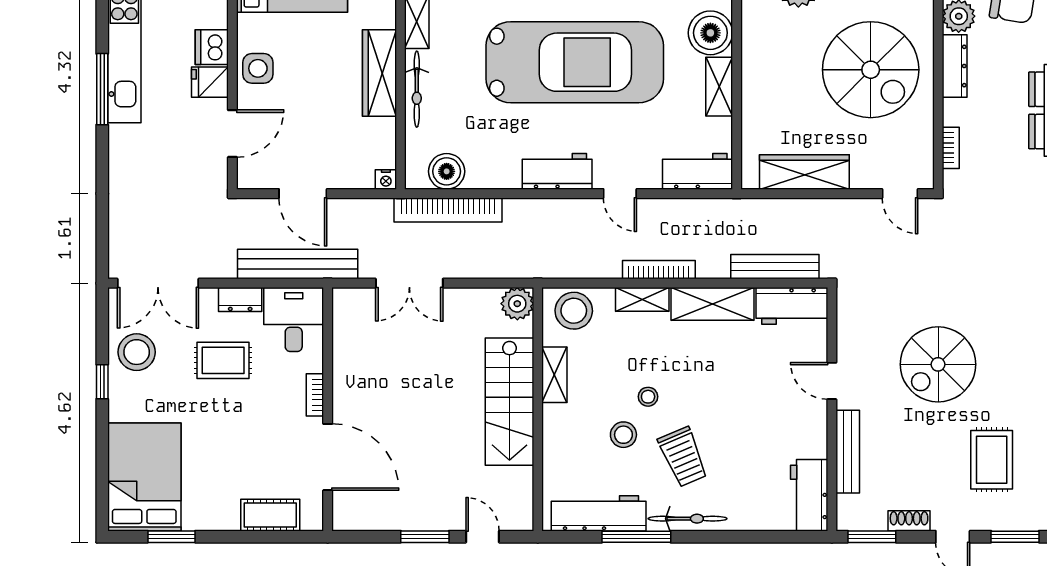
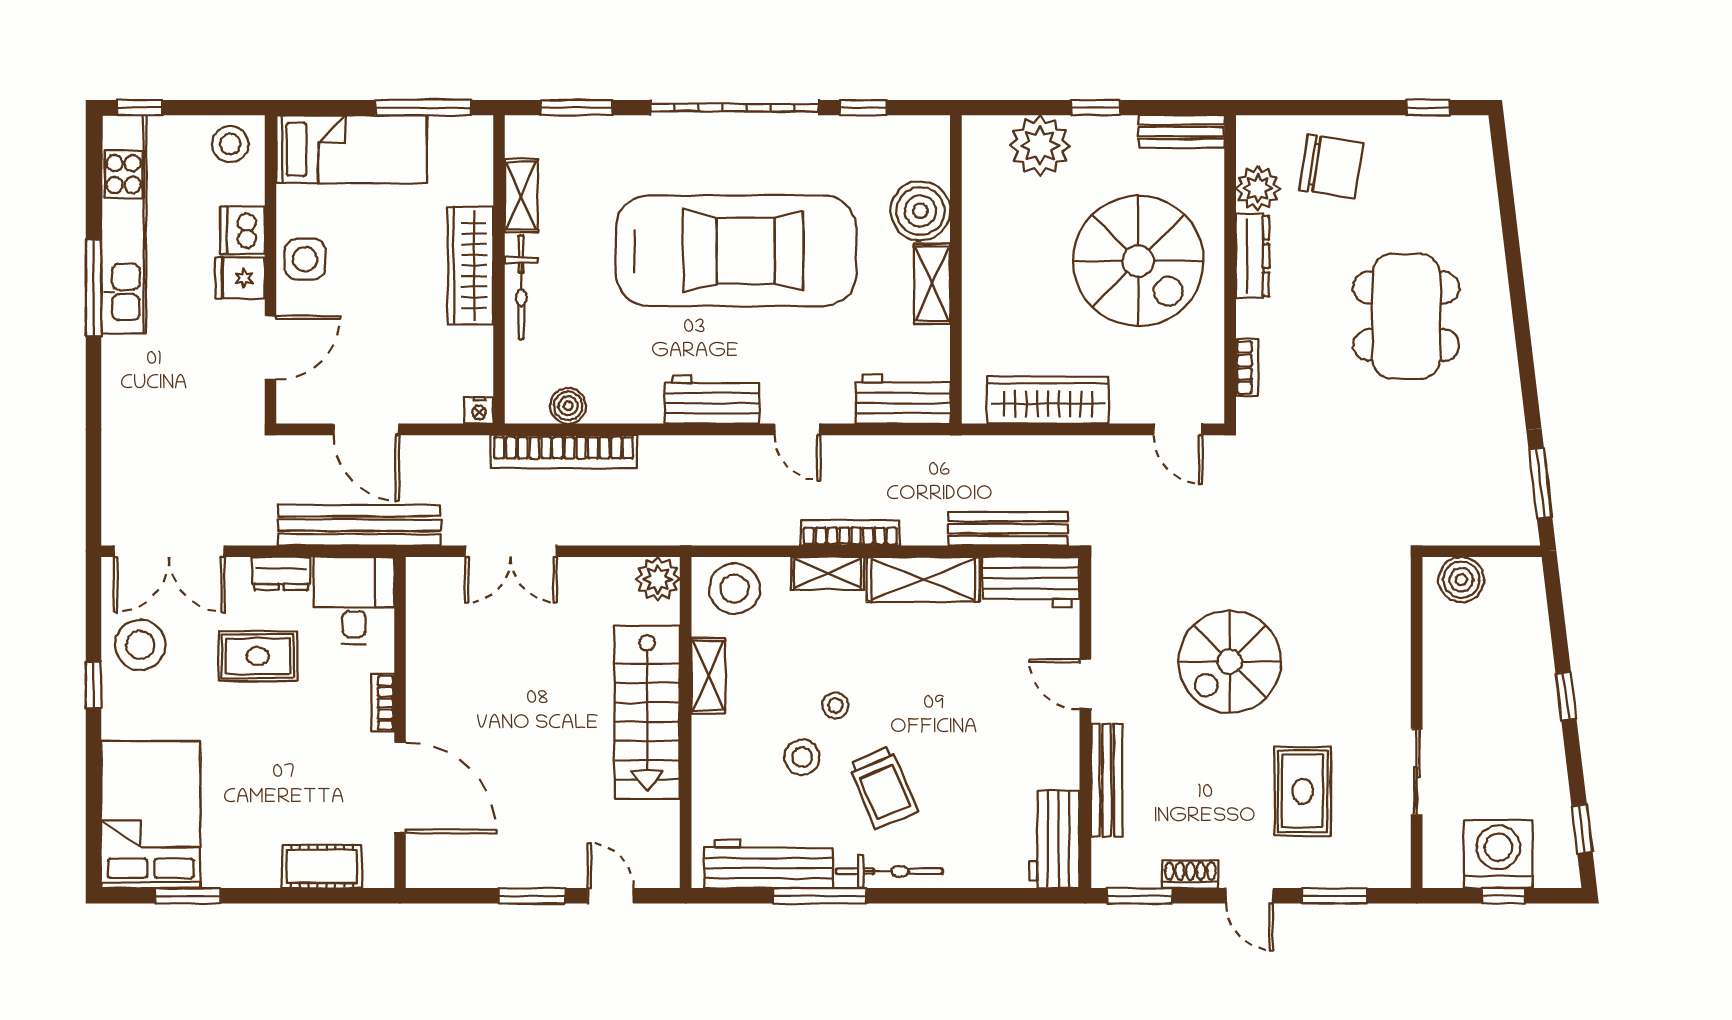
boiler: (447, 171) -> (568, 406), width x0.73, depth x0.73

